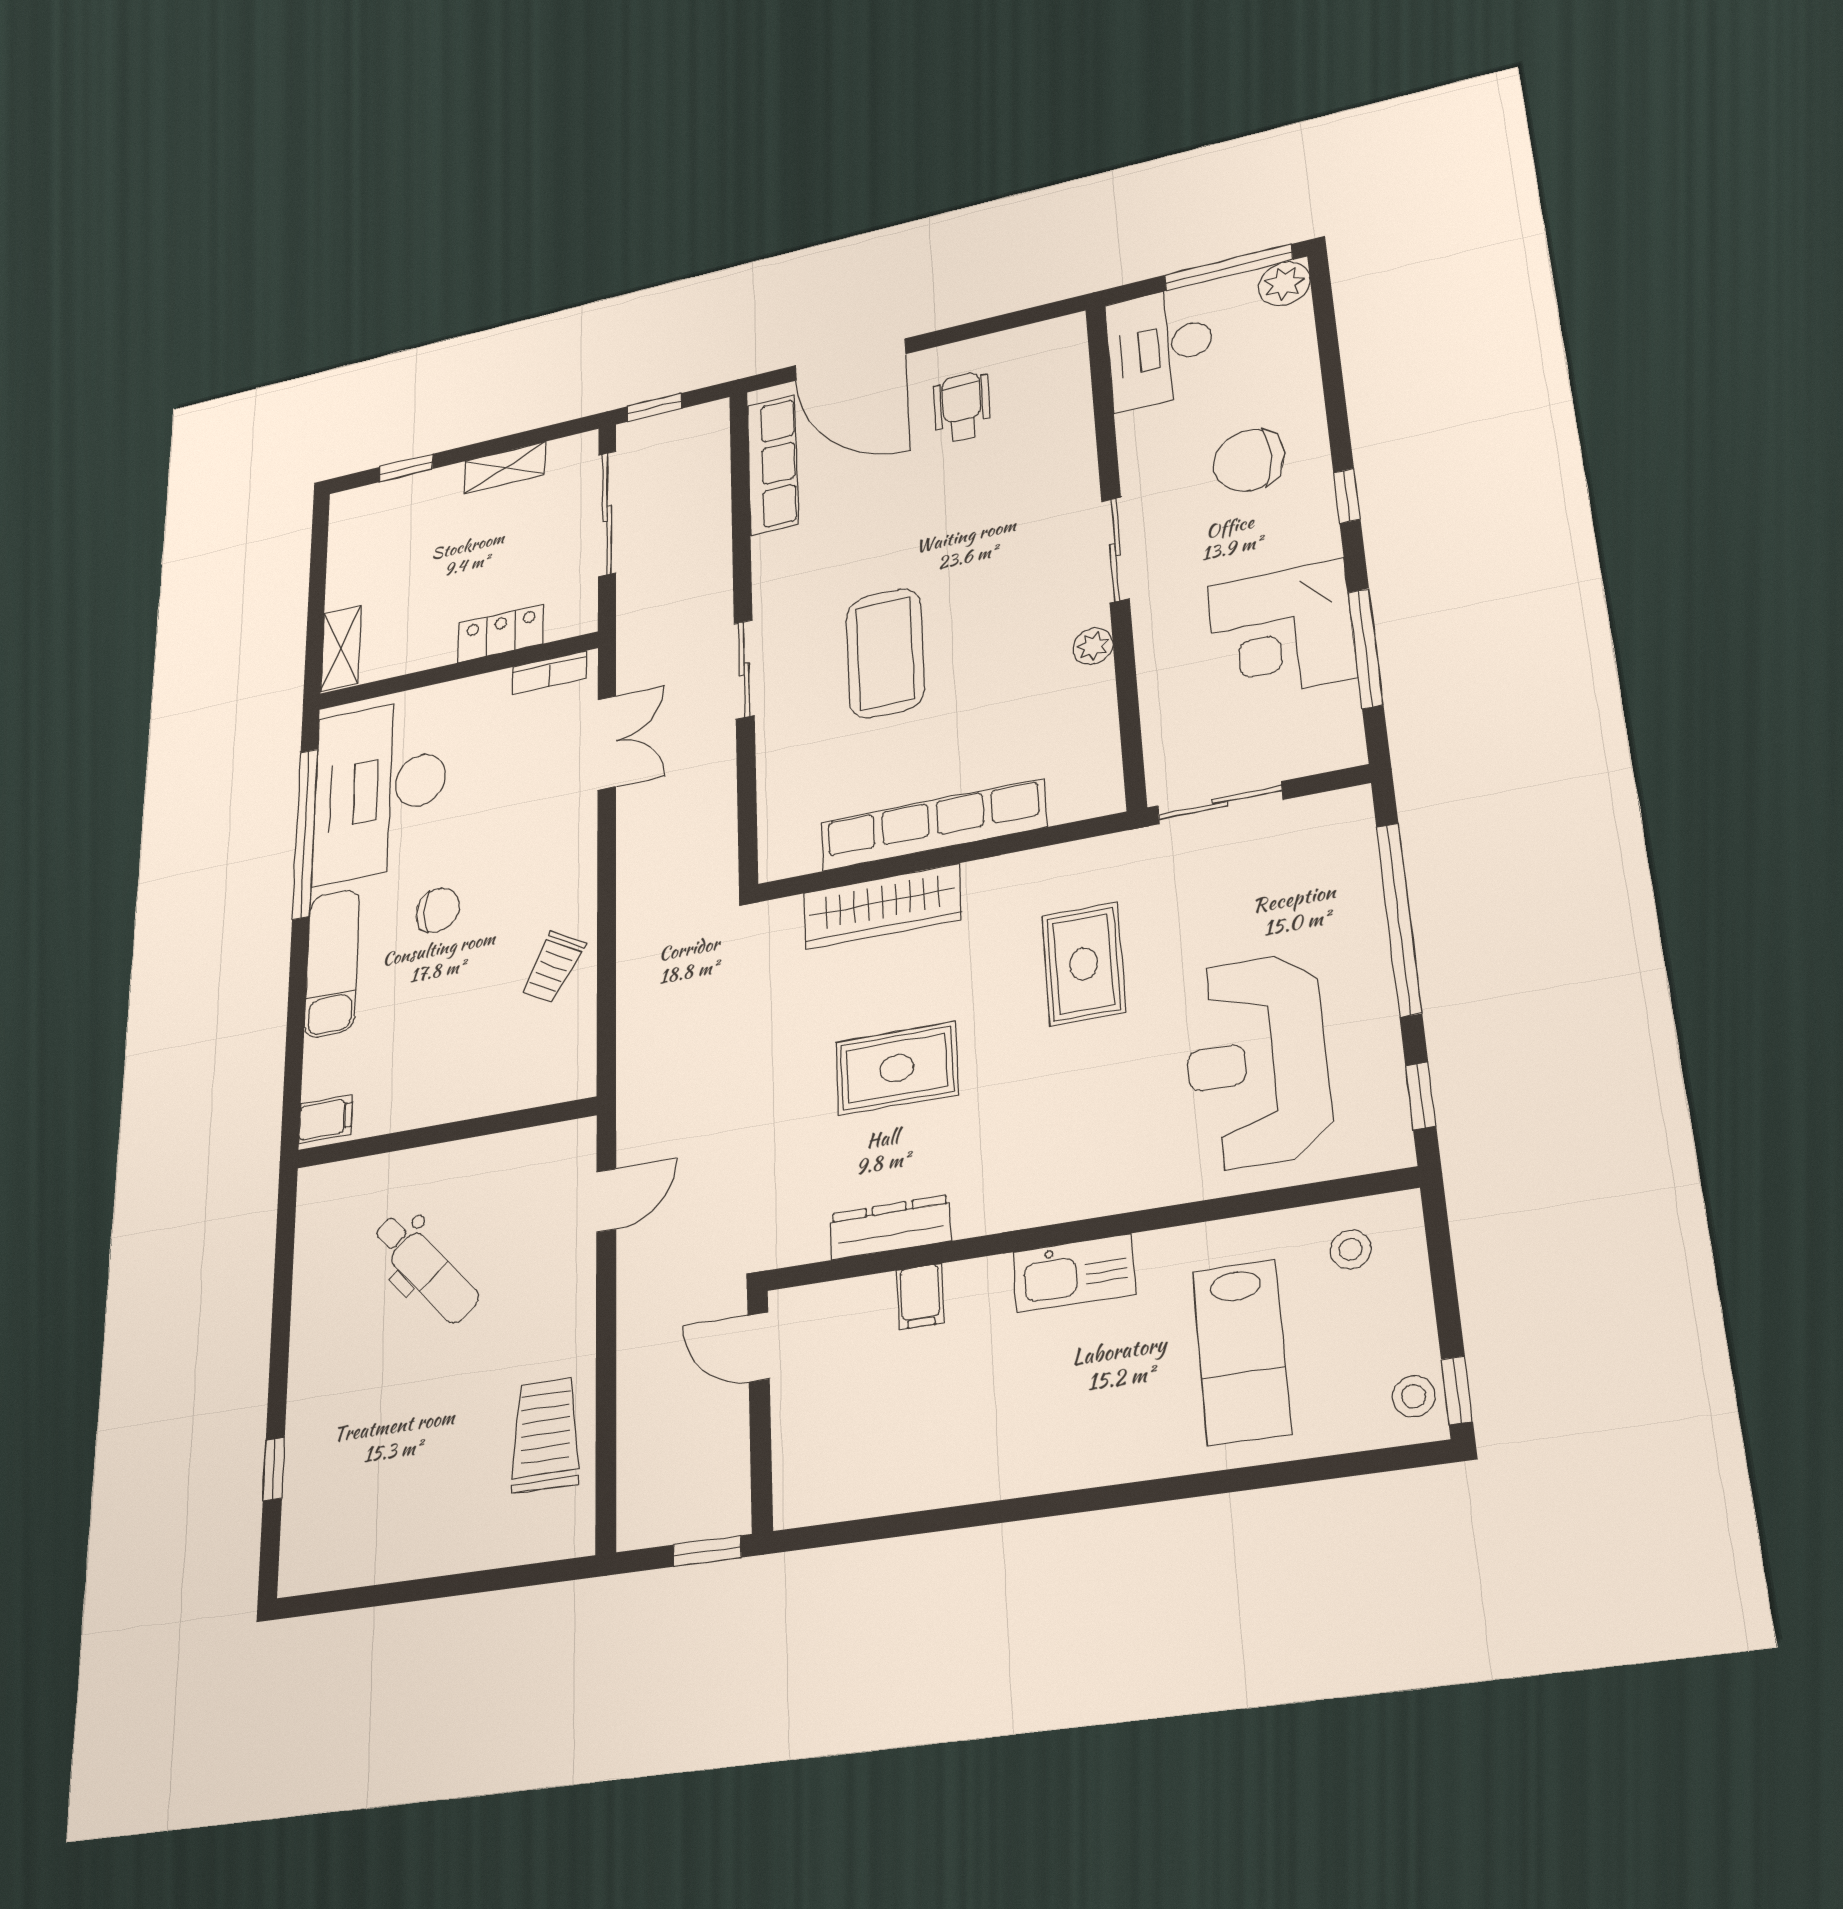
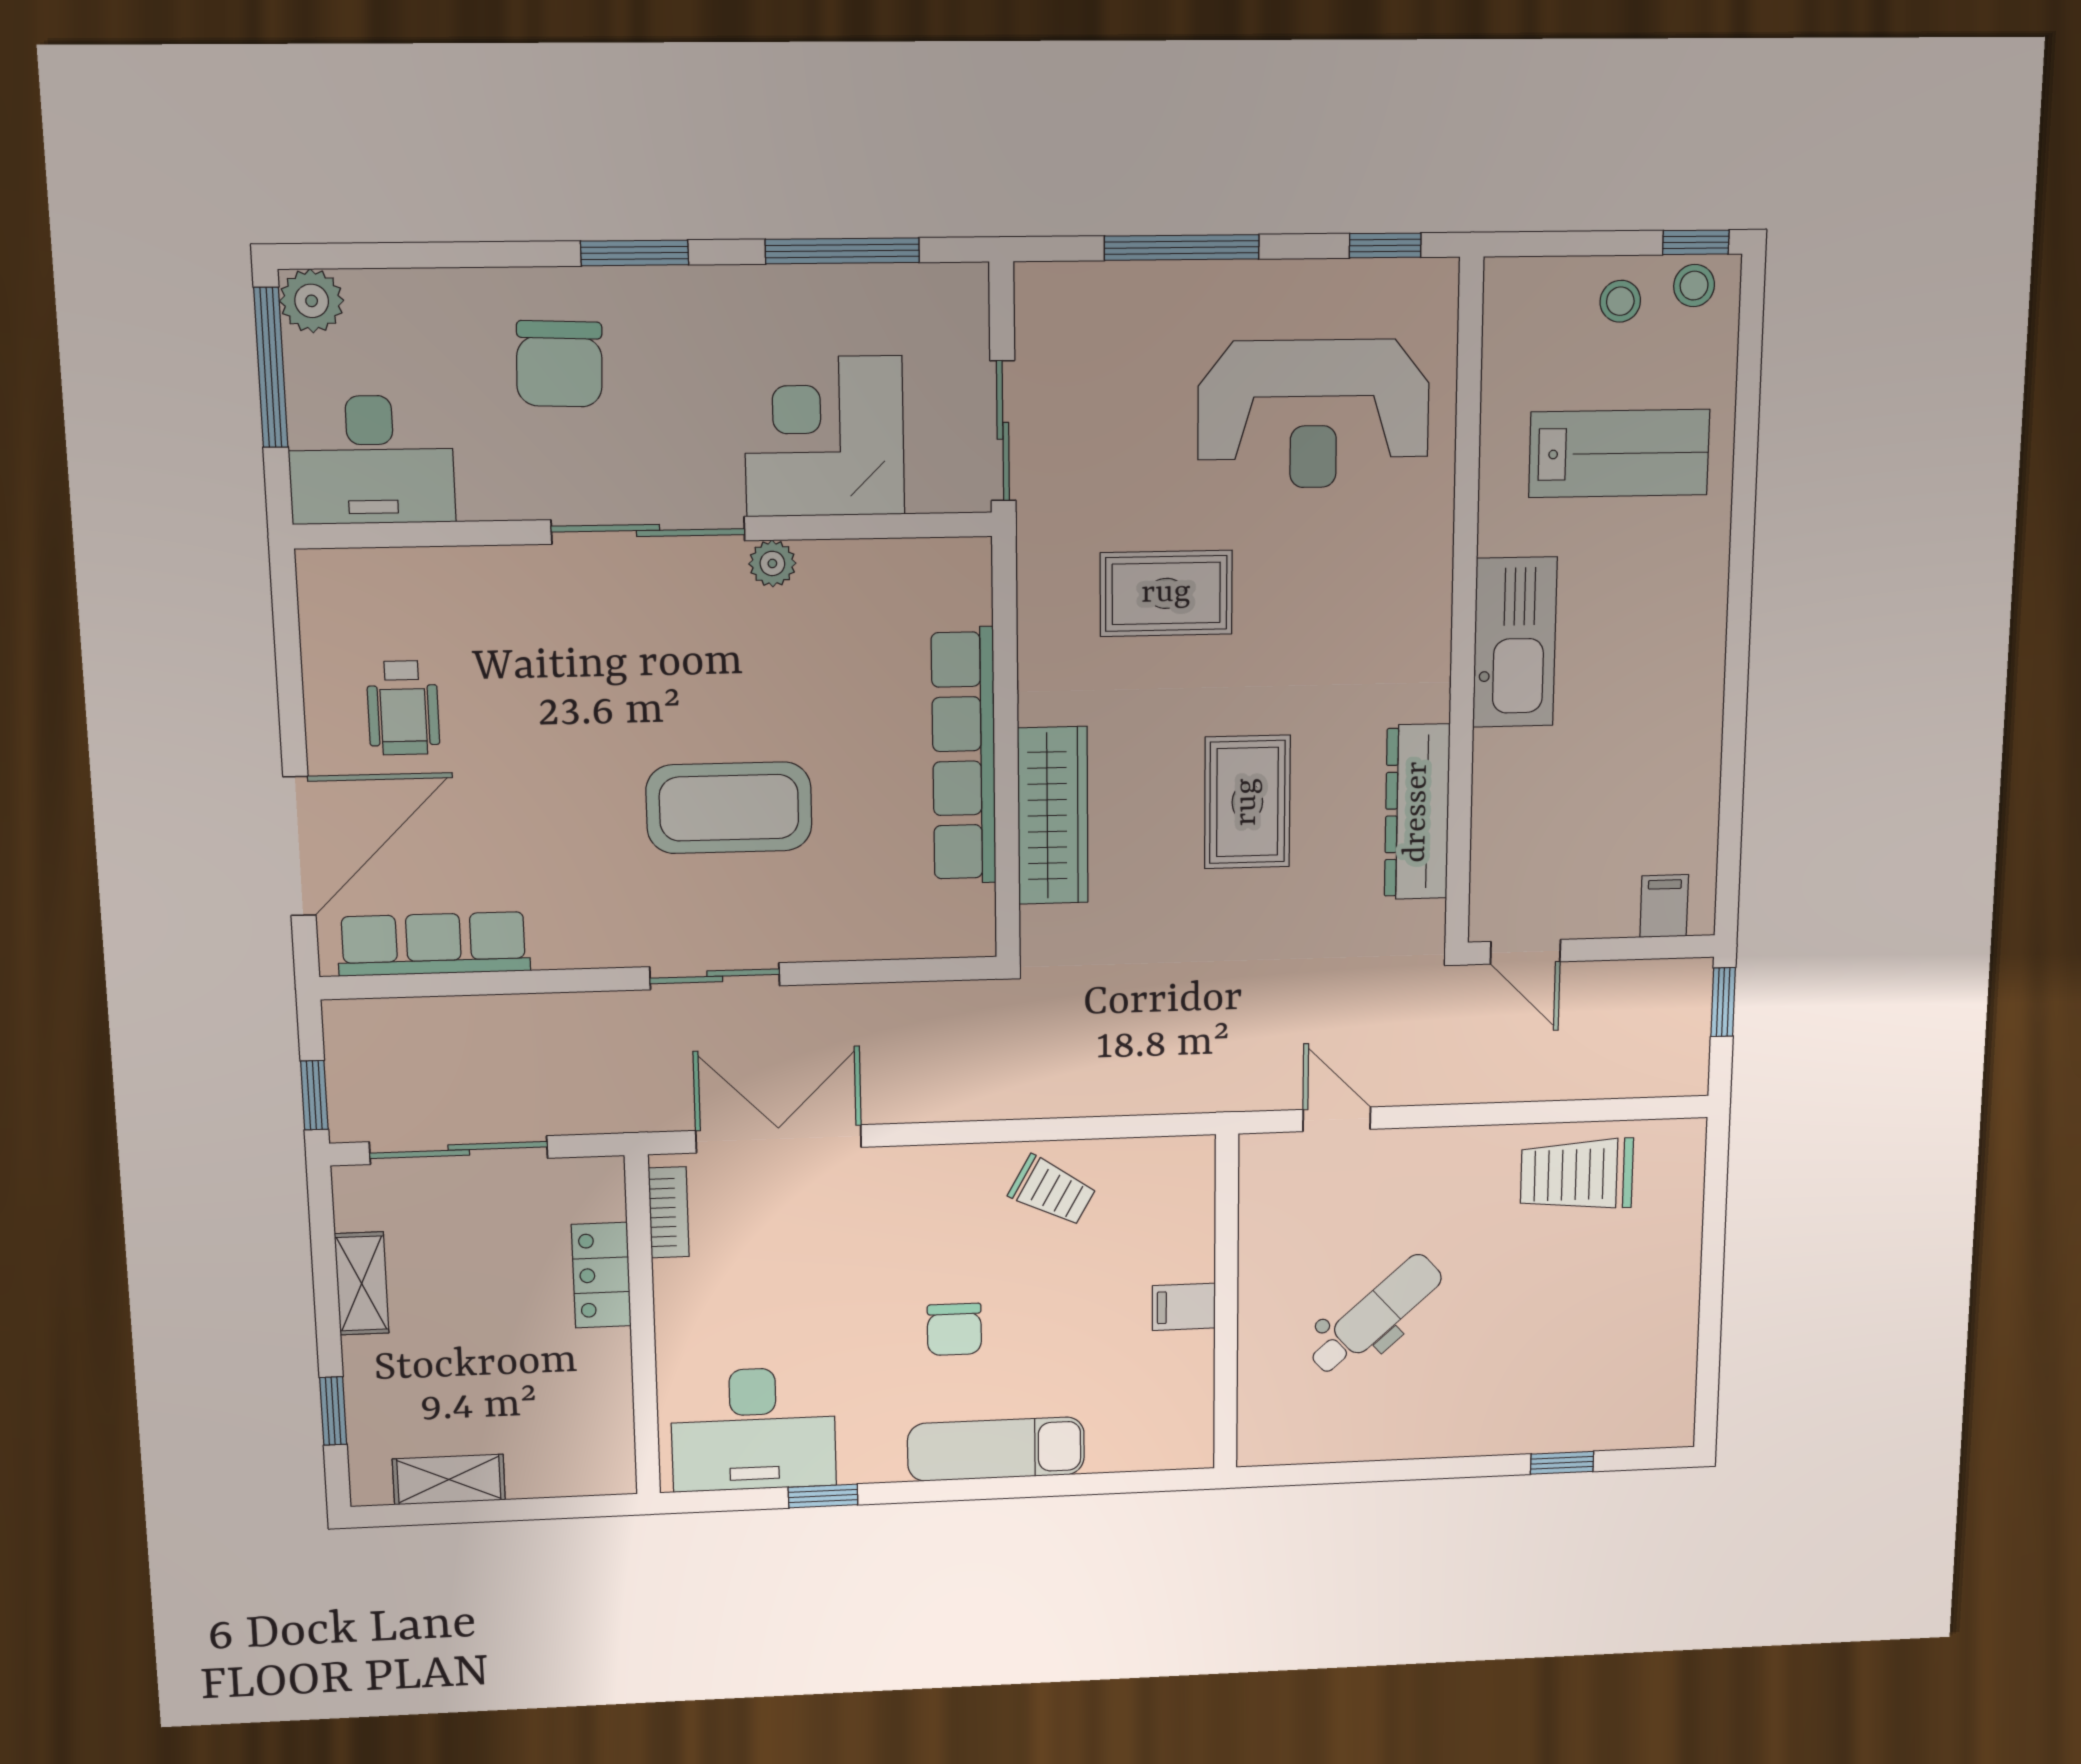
wheelchair: (962, 407) -> (403, 708), turned -90
window: (1347, 496) -> (635, 253), width x1.50
sliding door: (1115, 550) -> (648, 530), width x1.37
corner desk: (1281, 631) -> (824, 436), moved, turned 180
shelving: (341, 648) -> (449, 1480), moved
double door: (607, 743) -> (779, 1139), width x1.37
desk: (380, 789) -> (753, 1429), width x0.73, depth x0.77
window: (305, 833) -> (823, 1496), width x0.32
chair: (438, 910) -> (954, 1329), turned 180
window: (1399, 919) -> (1182, 247), width x0.68
filing cabinet: (326, 1119) -> (1184, 1307), moved, turned -90
dresser: (890, 1227) -> (1417, 812), width x1.37, depth x1.24
stool: (1351, 1249) -> (1620, 301), moved
kitchen sink: (1074, 1273) -> (1515, 642), width x1.36, depth x1.24
filing cabinet: (920, 1296) -> (1664, 906), moved, turned -90
door: (758, 1347) -> (1526, 952), hinge flipped

